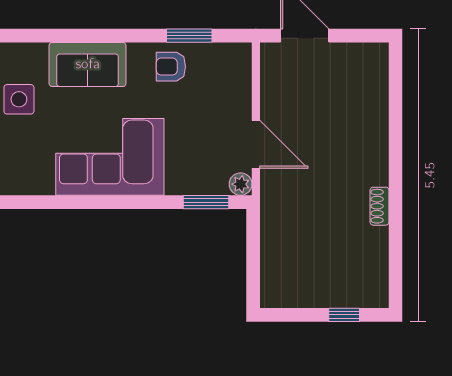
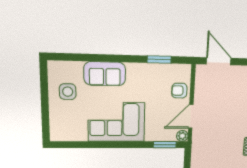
armchair: (171, 67) -> (179, 91), moved
door: (256, 144) -> (191, 116), swing flipped

